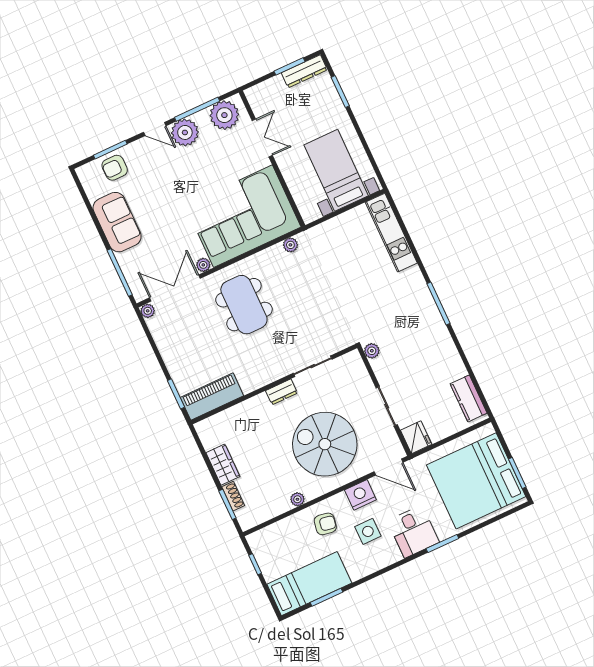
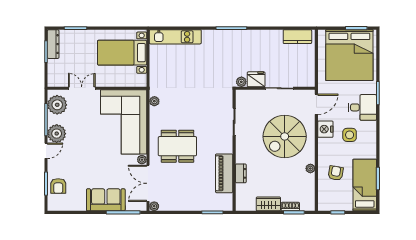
sofa: (117, 222) -> (106, 200), moved
dresser: (281, 392) -> (241, 173), moved
piano: (212, 397) -> (224, 173), moved
fridge: (416, 437) -> (256, 79), moved
armchair: (325, 524) -> (336, 173), moved

